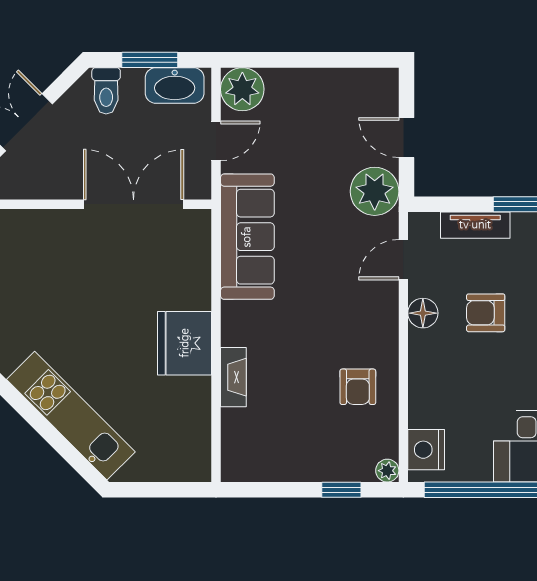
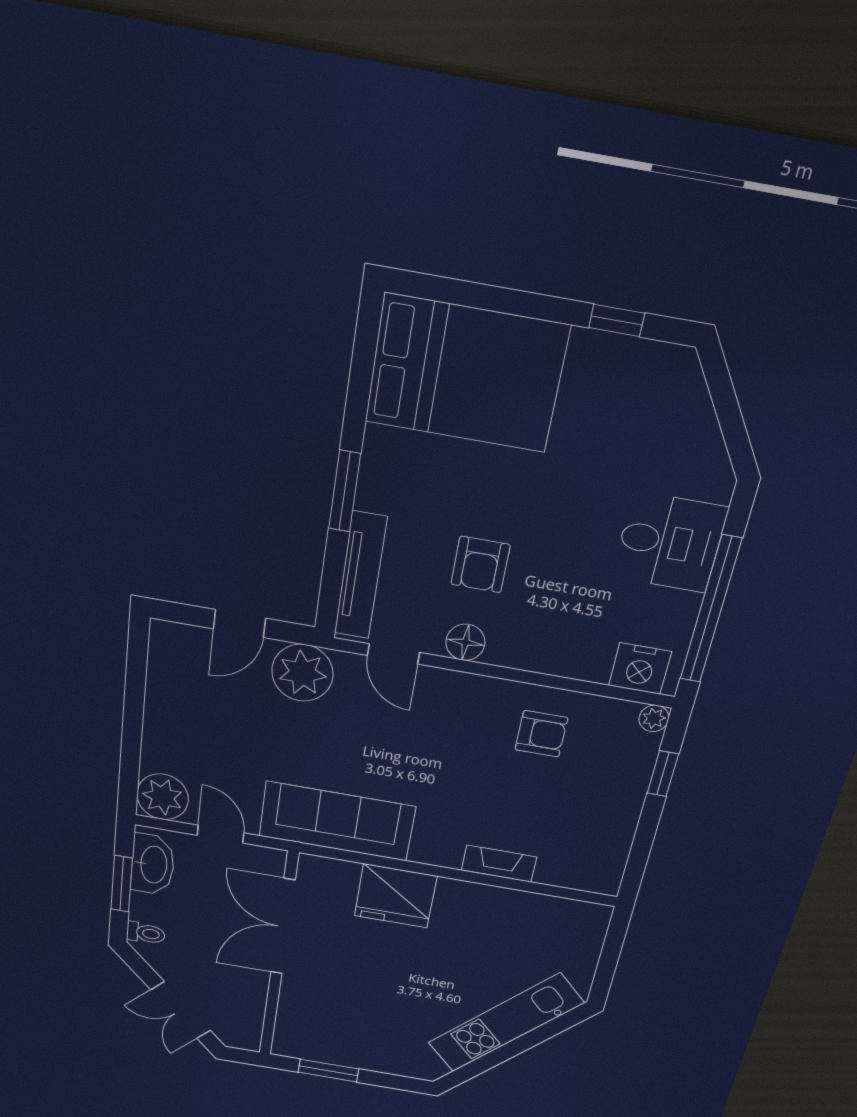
toilet: (106, 91) -> (146, 933), width x0.73, depth x0.72
tv unit: (475, 225) -> (360, 576), width x1.41
fridge: (185, 343) -> (396, 896), moved

